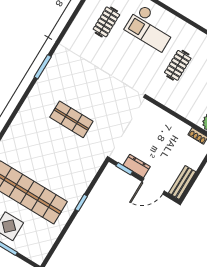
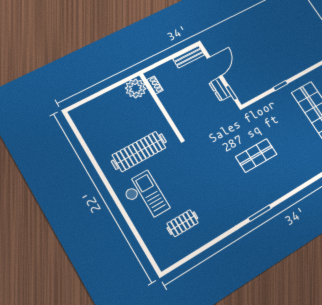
clothes rail: (178, 65) -> (139, 151), width x1.86, depth x1.31
shop shelf: (71, 119) -> (256, 155), turned 90
door: (153, 186) -> (214, 67), hinge flipped

